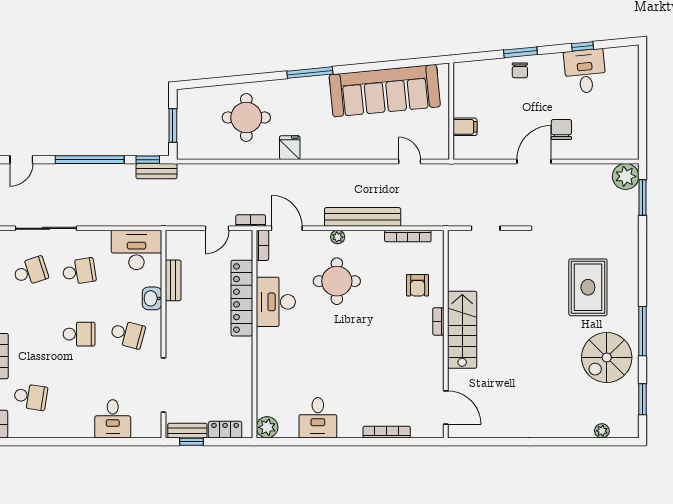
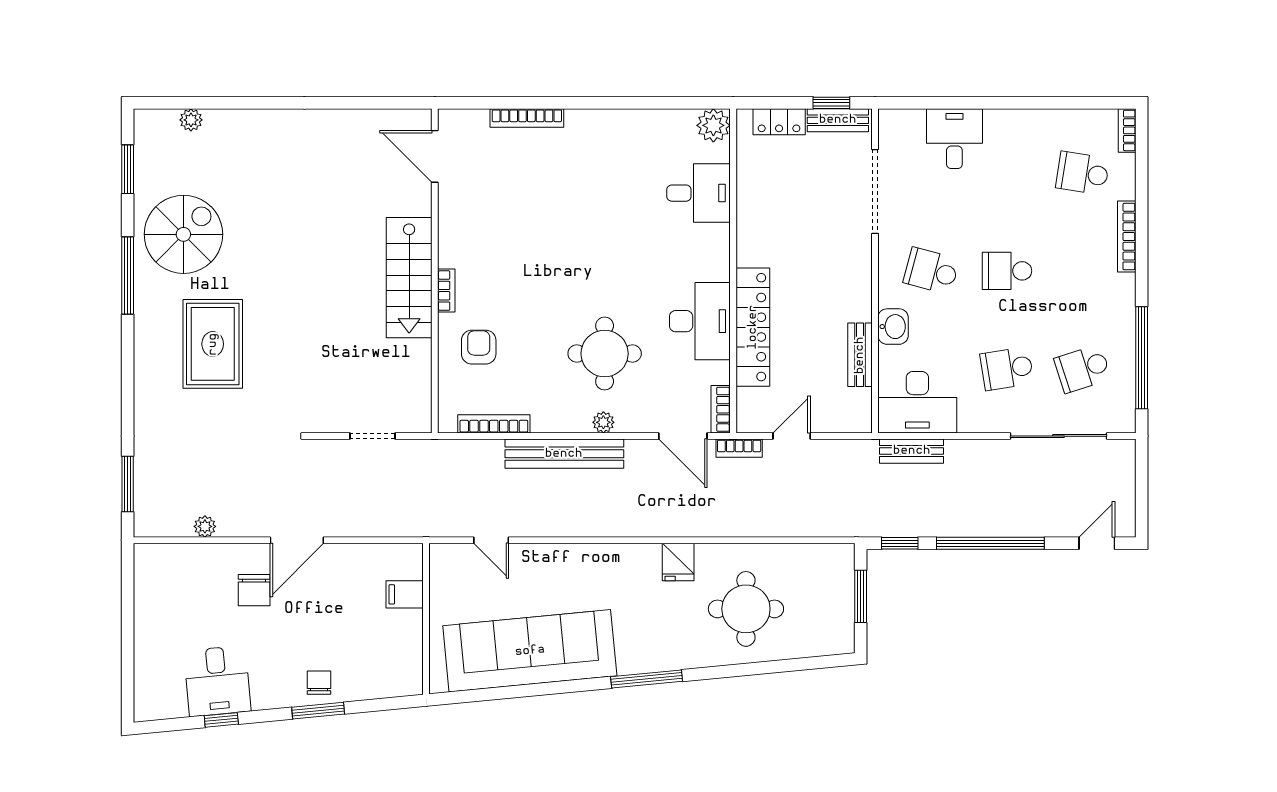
bench: (157, 171) -> (912, 451), moved
plant: (626, 176) -> (205, 526), moved, width x0.53, depth x0.53
desk: (318, 418) -> (699, 193), moved, turned 90

